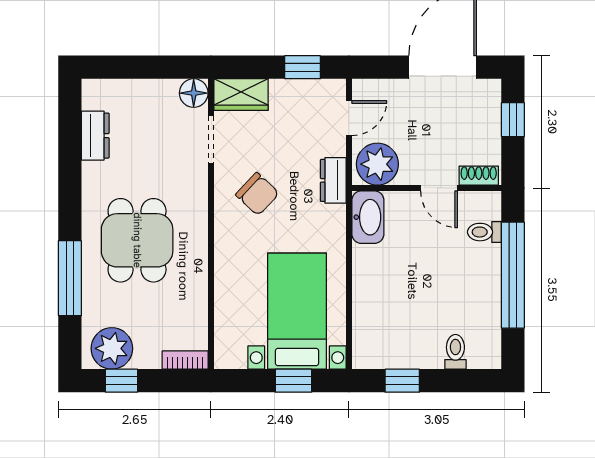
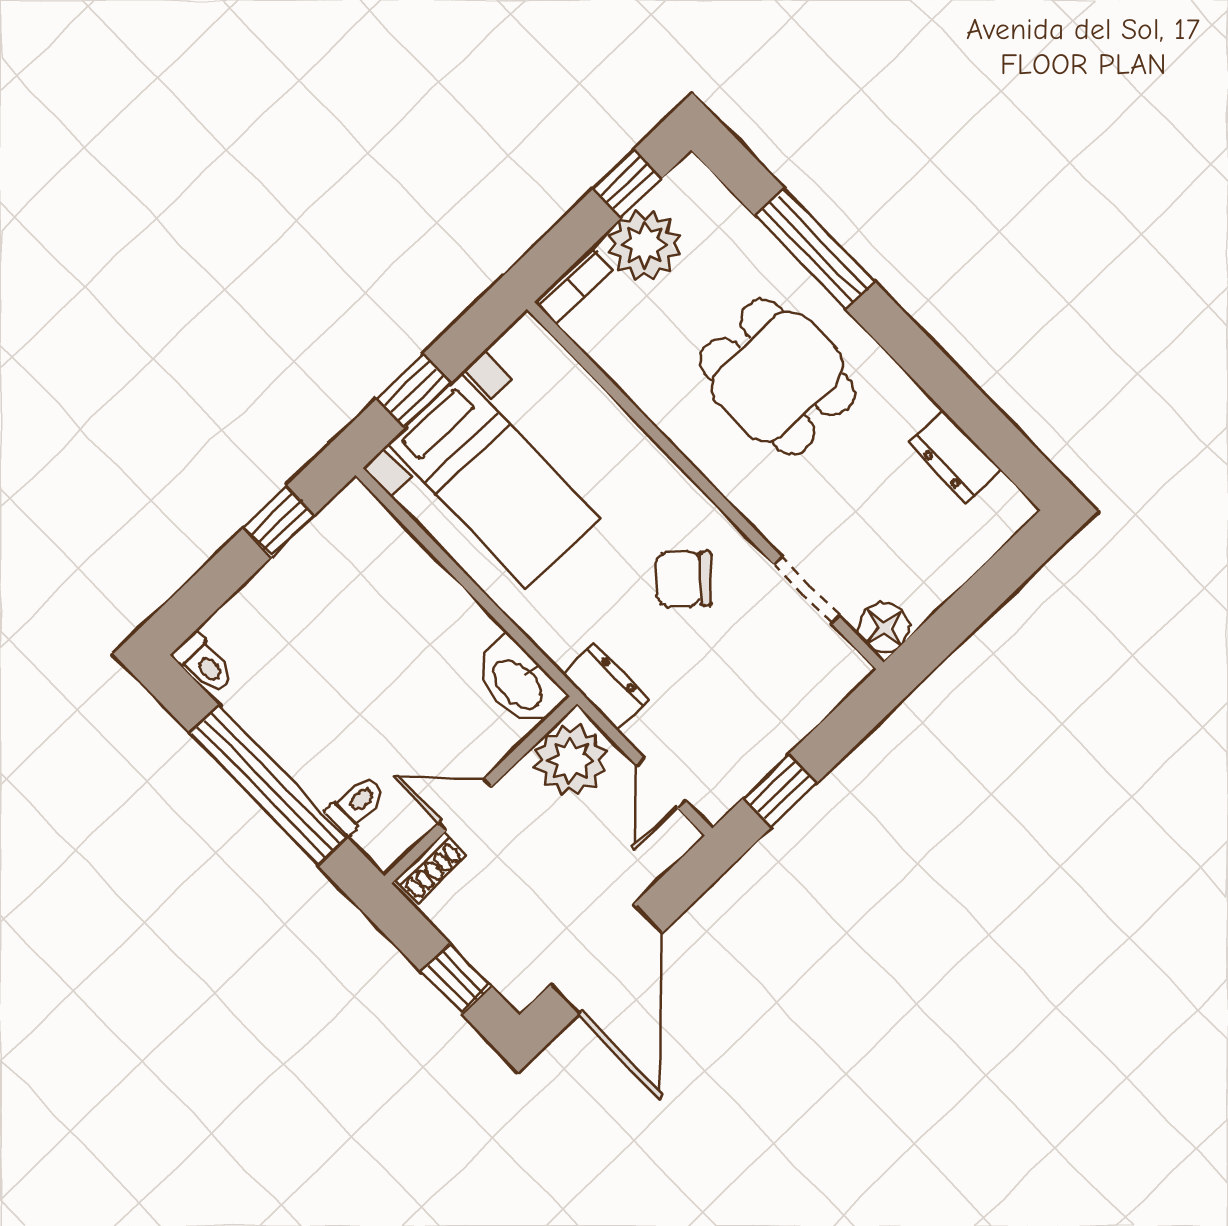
wardrobe: (241, 95) -> (824, 683), removed
plant: (112, 348) -> (645, 245), moved
toilet: (455, 352) -> (204, 664), moved

